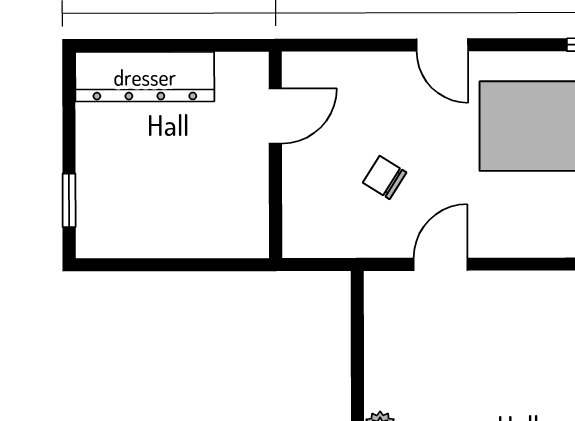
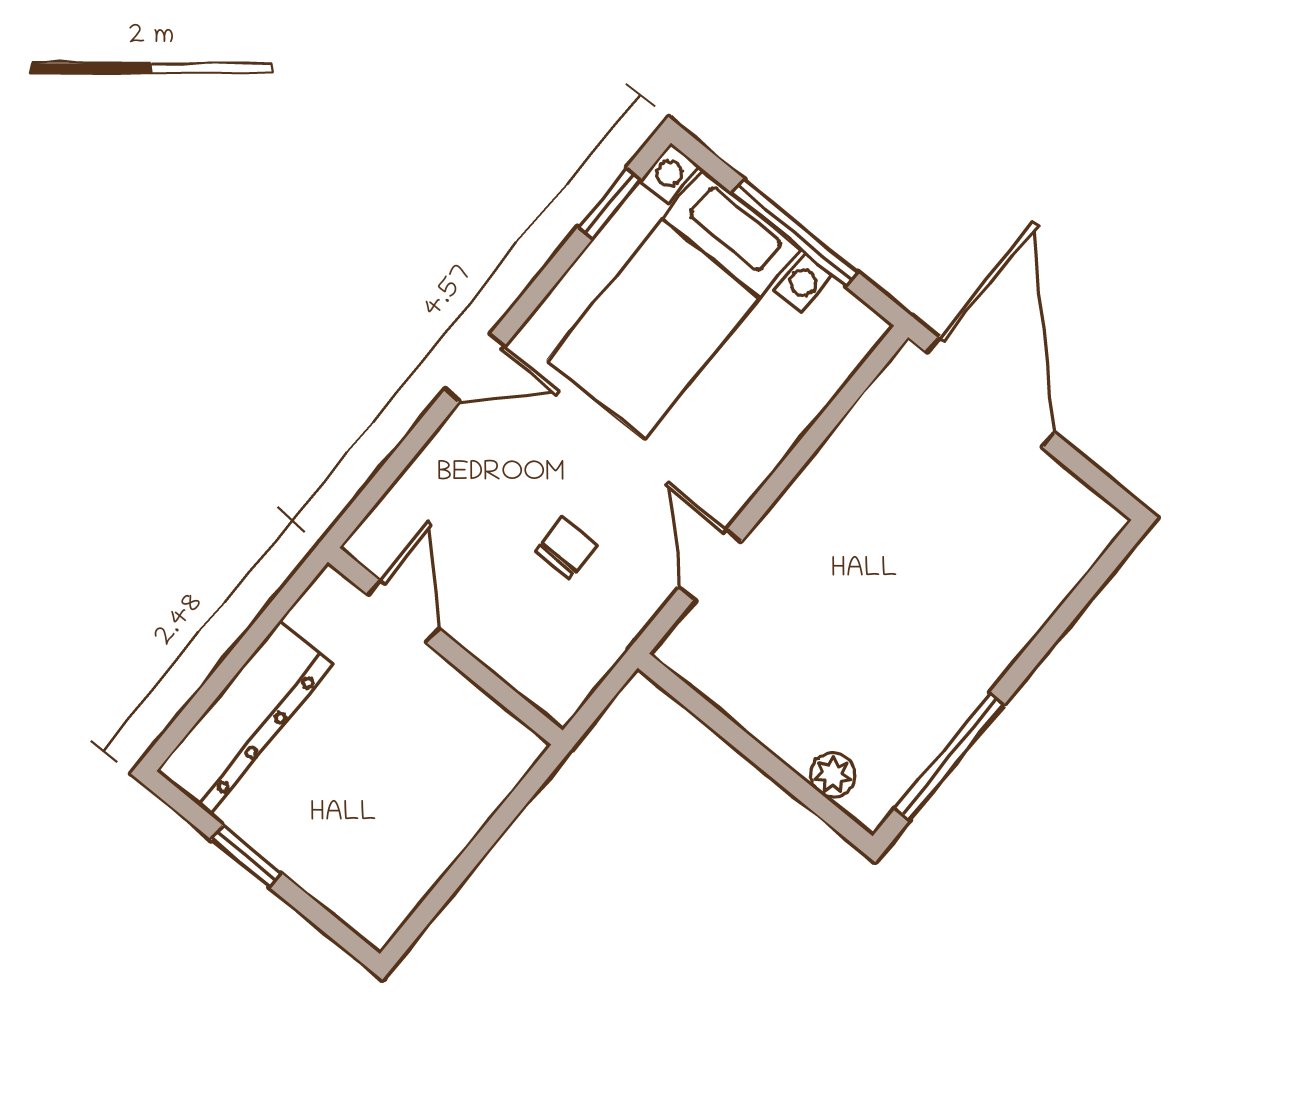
chair: (385, 177) -> (567, 548), turned 148
window: (69, 200) -> (246, 856), moved

